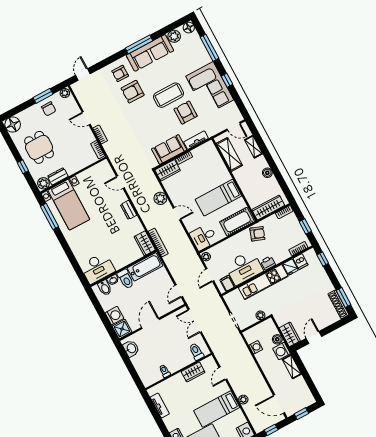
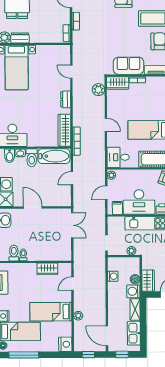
plant: (160, 198) -> (98, 90), moved
wardrobe: (145, 243) -> (64, 130), width x1.50
door: (179, 291) -> (72, 178), moved
double door: (195, 321) -> (72, 225), swing flipped
door: (150, 323) -> (33, 207), hinge flipped
toilet: (196, 352) -> (14, 253), moved
kitchen sink: (302, 389) -> (134, 333), added

